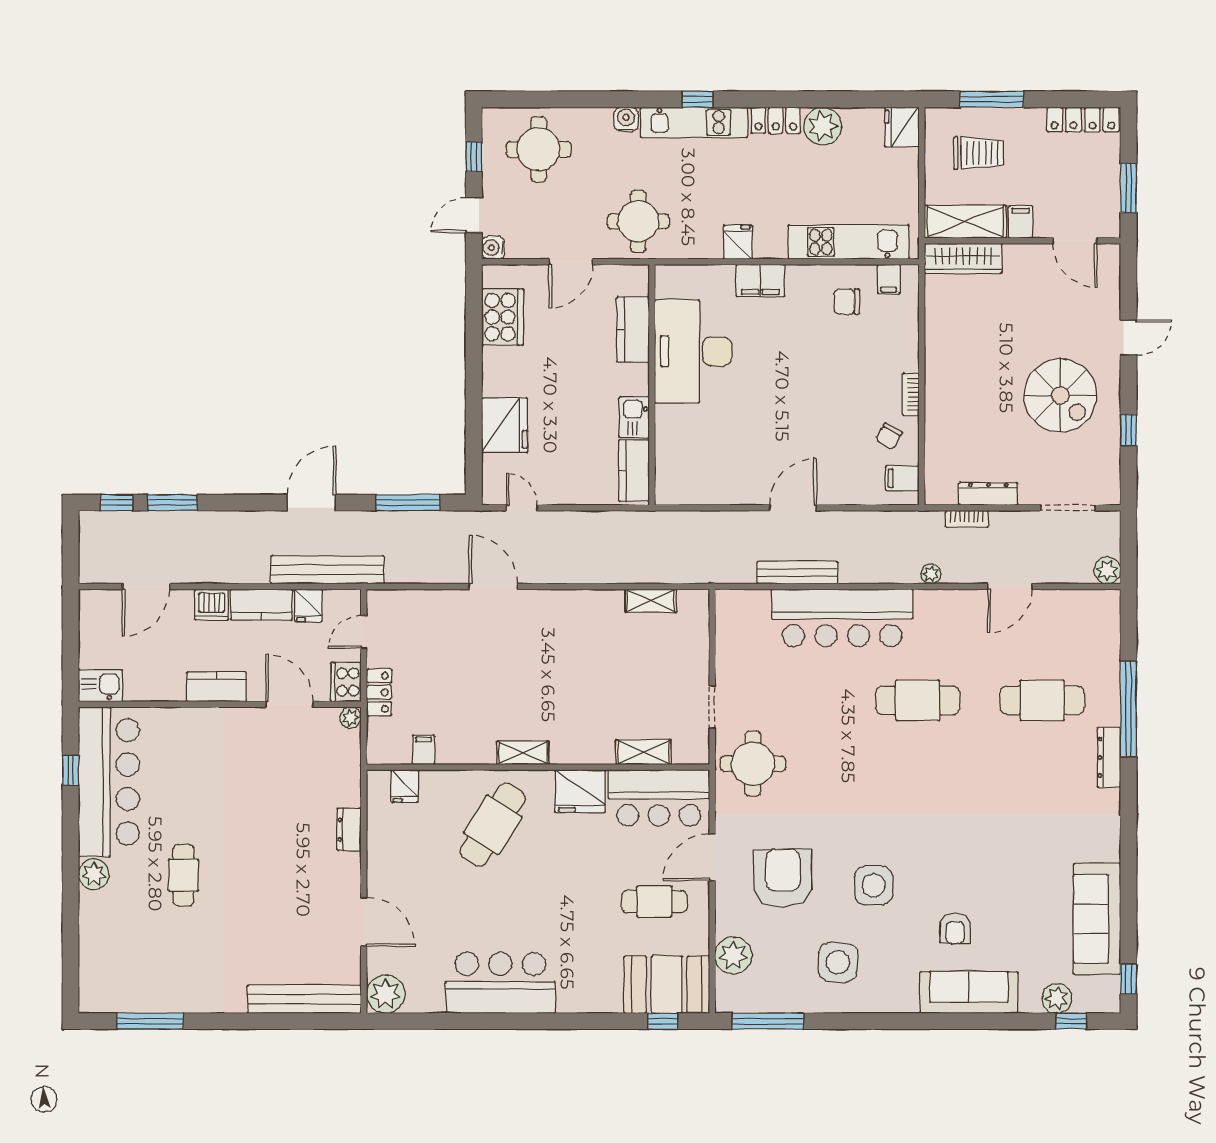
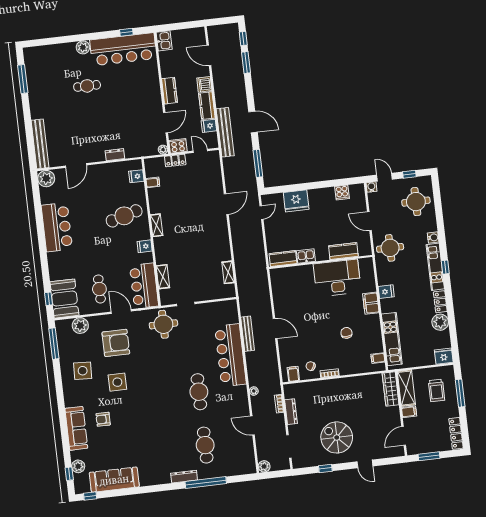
chair: (847, 302) -> (346, 333), moved
cooker: (503, 317) -> (342, 192), width x0.53, depth x0.76
spiral stairs: (1060, 395) -> (337, 437), turned 90
fridge: (580, 791) -> (145, 246), width x0.53, depth x0.75
cafe table: (493, 825) -> (124, 216), turned -48

